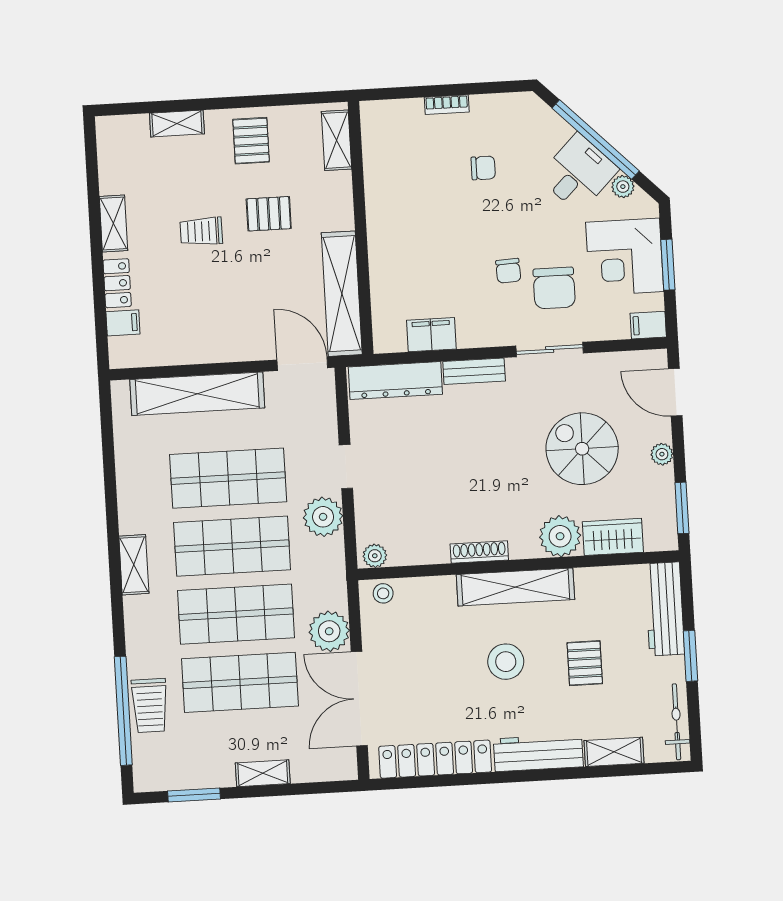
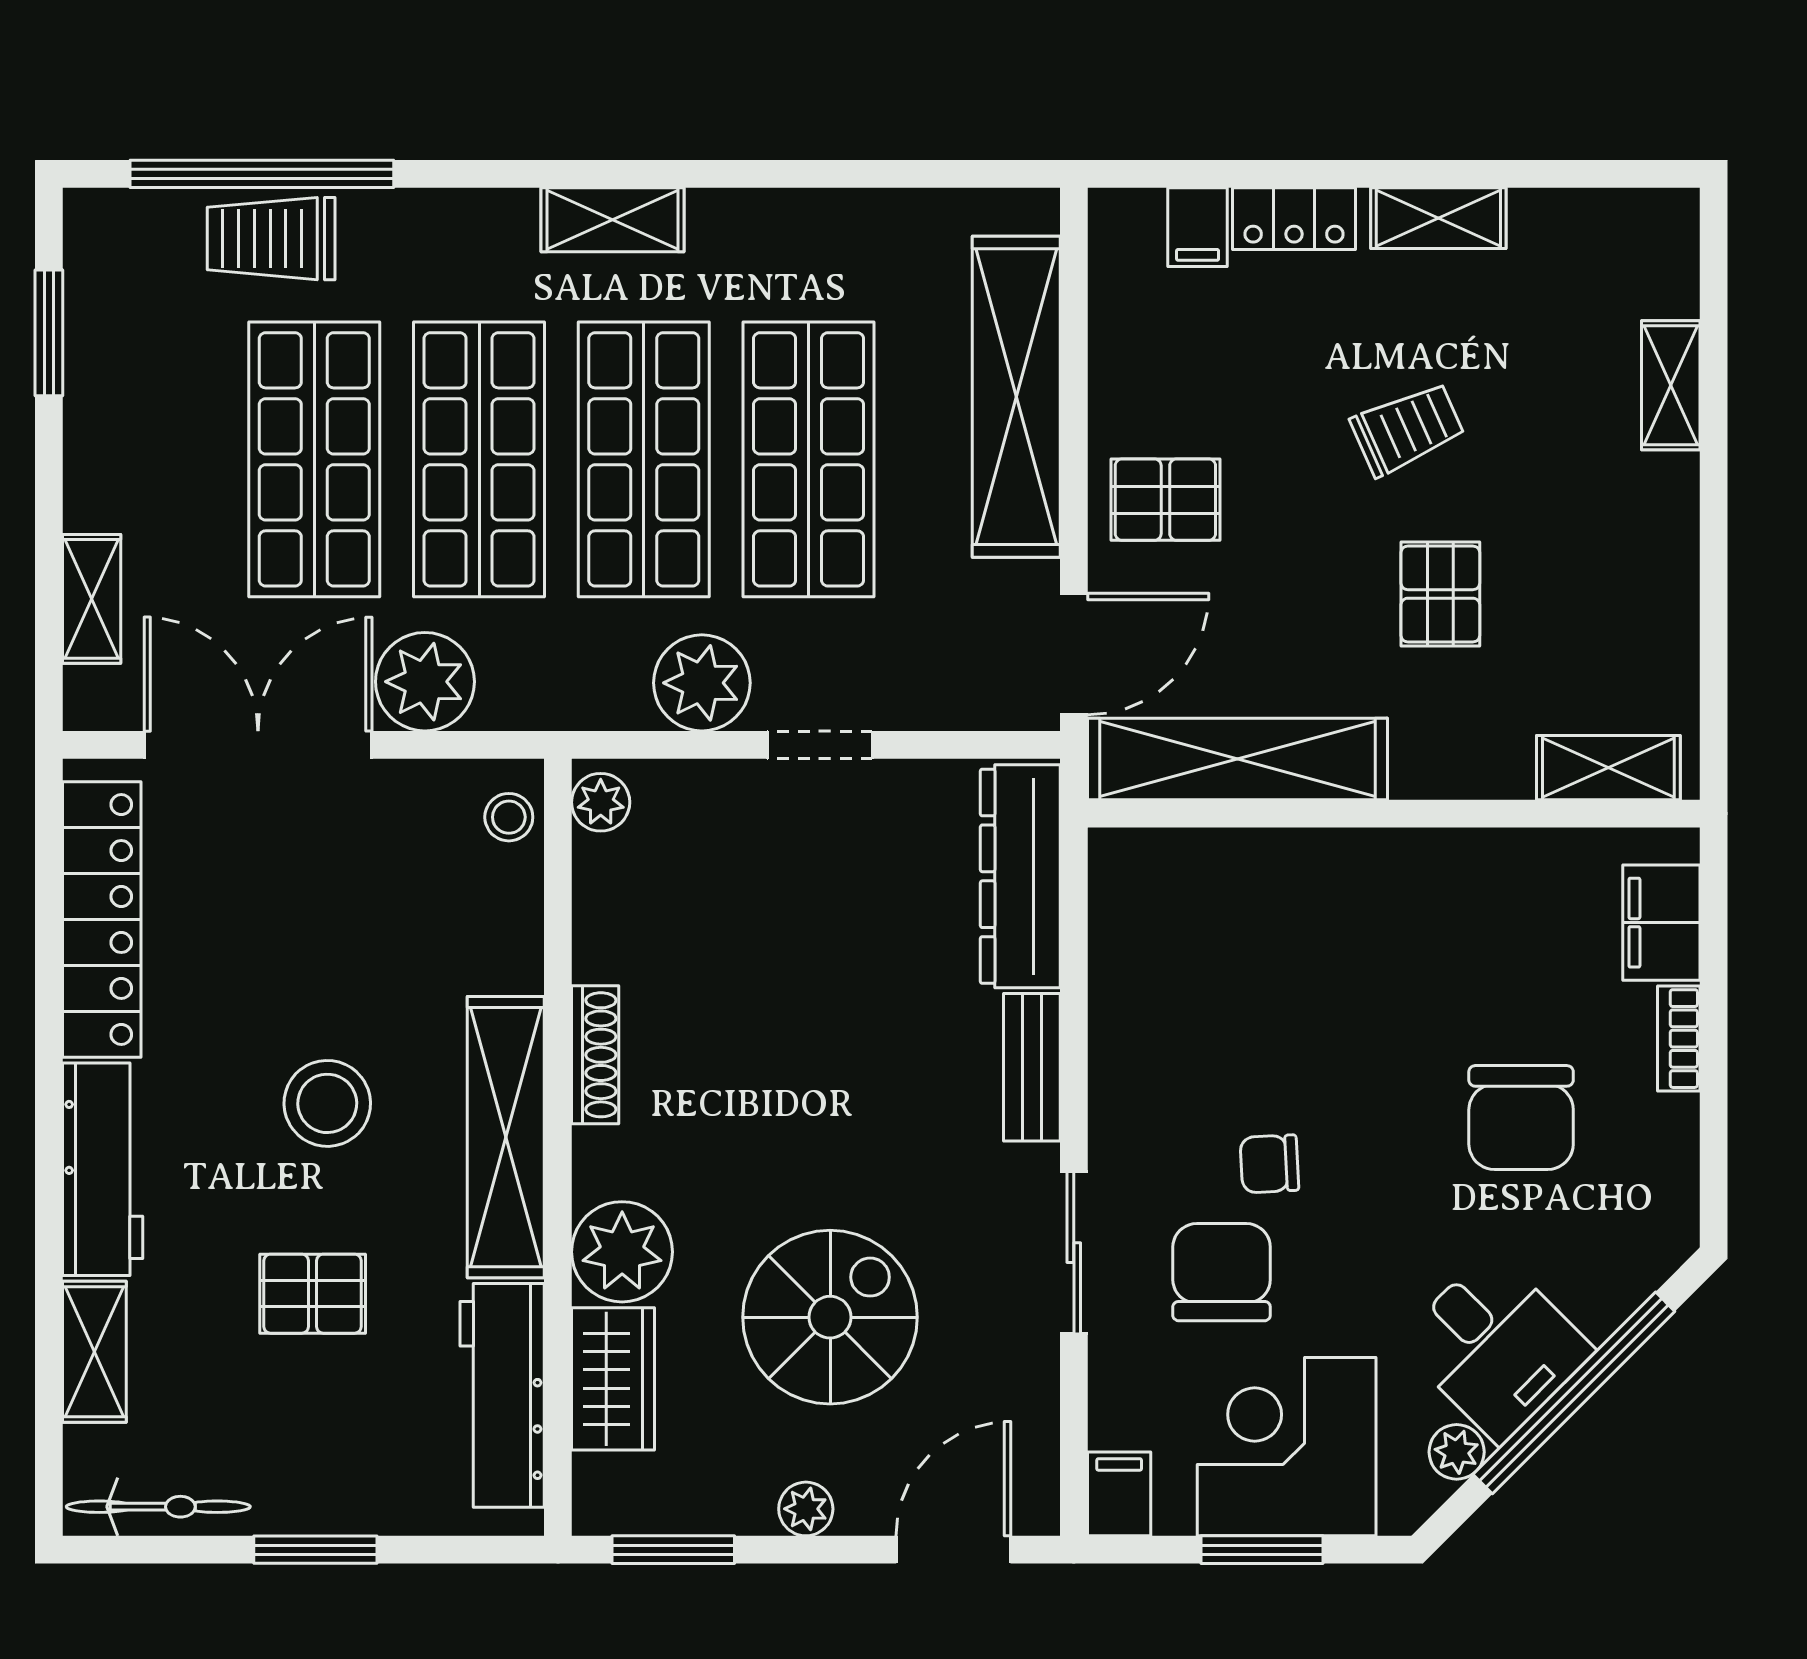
pallet: (251, 141) -> (1165, 500), moved
chair: (483, 168) -> (1521, 1118), width x1.87, depth x1.87
trolley: (201, 231) -> (1407, 429), turned 66
chair: (554, 288) -> (1222, 1272), turned 90
filing cabinet: (431, 335) -> (1661, 923), moved, turned 180
workbench: (665, 609) -> (502, 1395), moved, turned -90
shelving: (263, 773) -> (92, 599), moved

